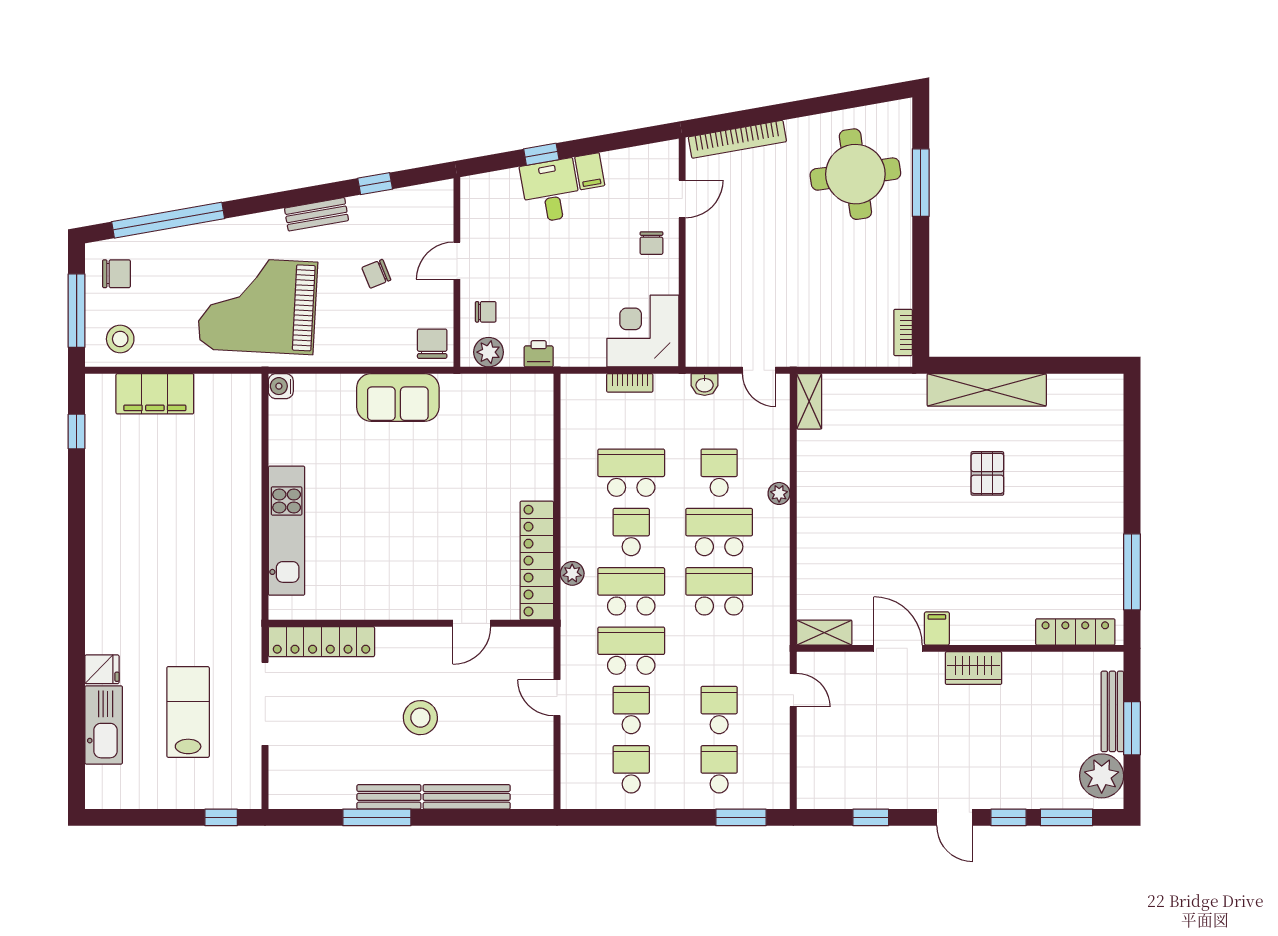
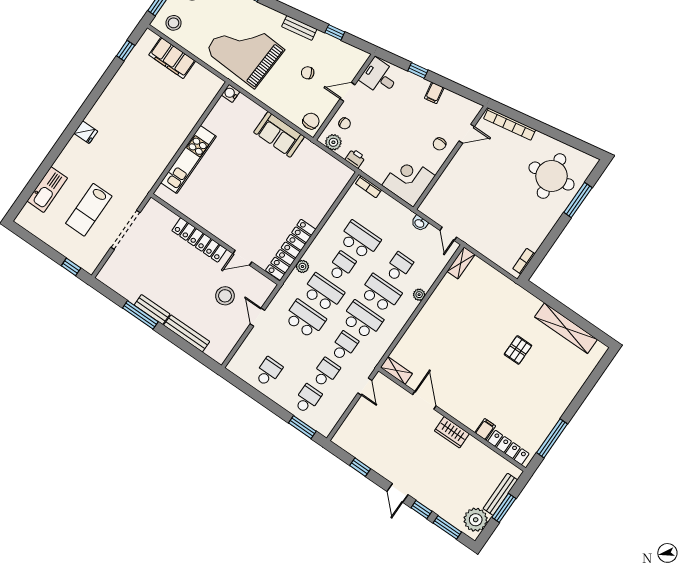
desk: (551, 191) -> (379, 77), moved, turned -80
bookcase: (630, 383) -> (368, 187), moved
shelving: (987, 390) -> (566, 328), moved
filing cabinet: (937, 628) -> (485, 429), moved
locker: (321, 642) -> (199, 240), moved
fridge: (102, 669) -> (86, 132), moved
school desk: (631, 710) -> (344, 346), moved
lab bench: (188, 712) -> (89, 210), turned 180
stool: (420, 718) -> (225, 296), moved

